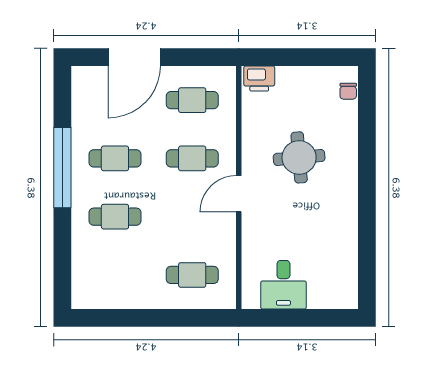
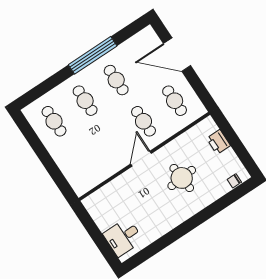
printer: (259, 79) -> (218, 142), moved
door: (239, 194) -> (141, 159), hinge flipped
cafe table: (192, 275) -> (54, 121), moved
desk: (283, 285) -> (123, 237), moved

